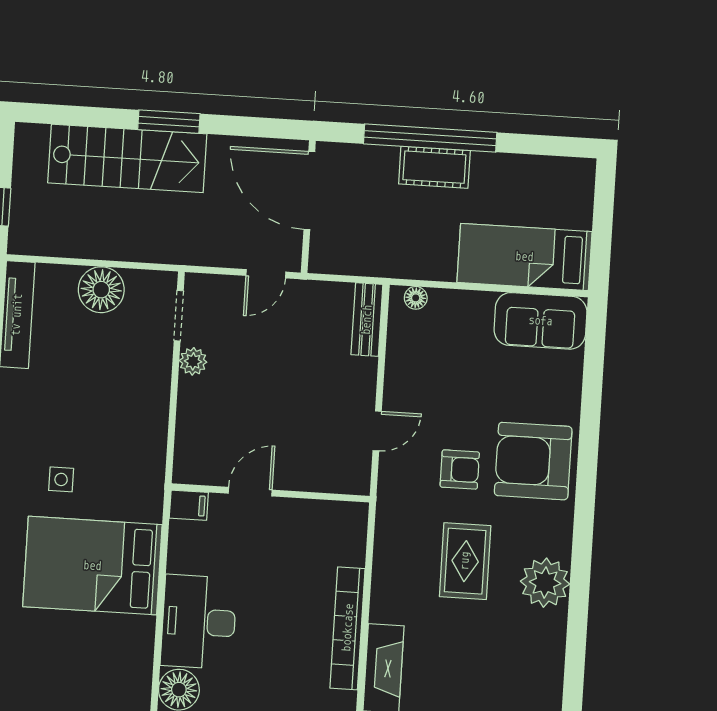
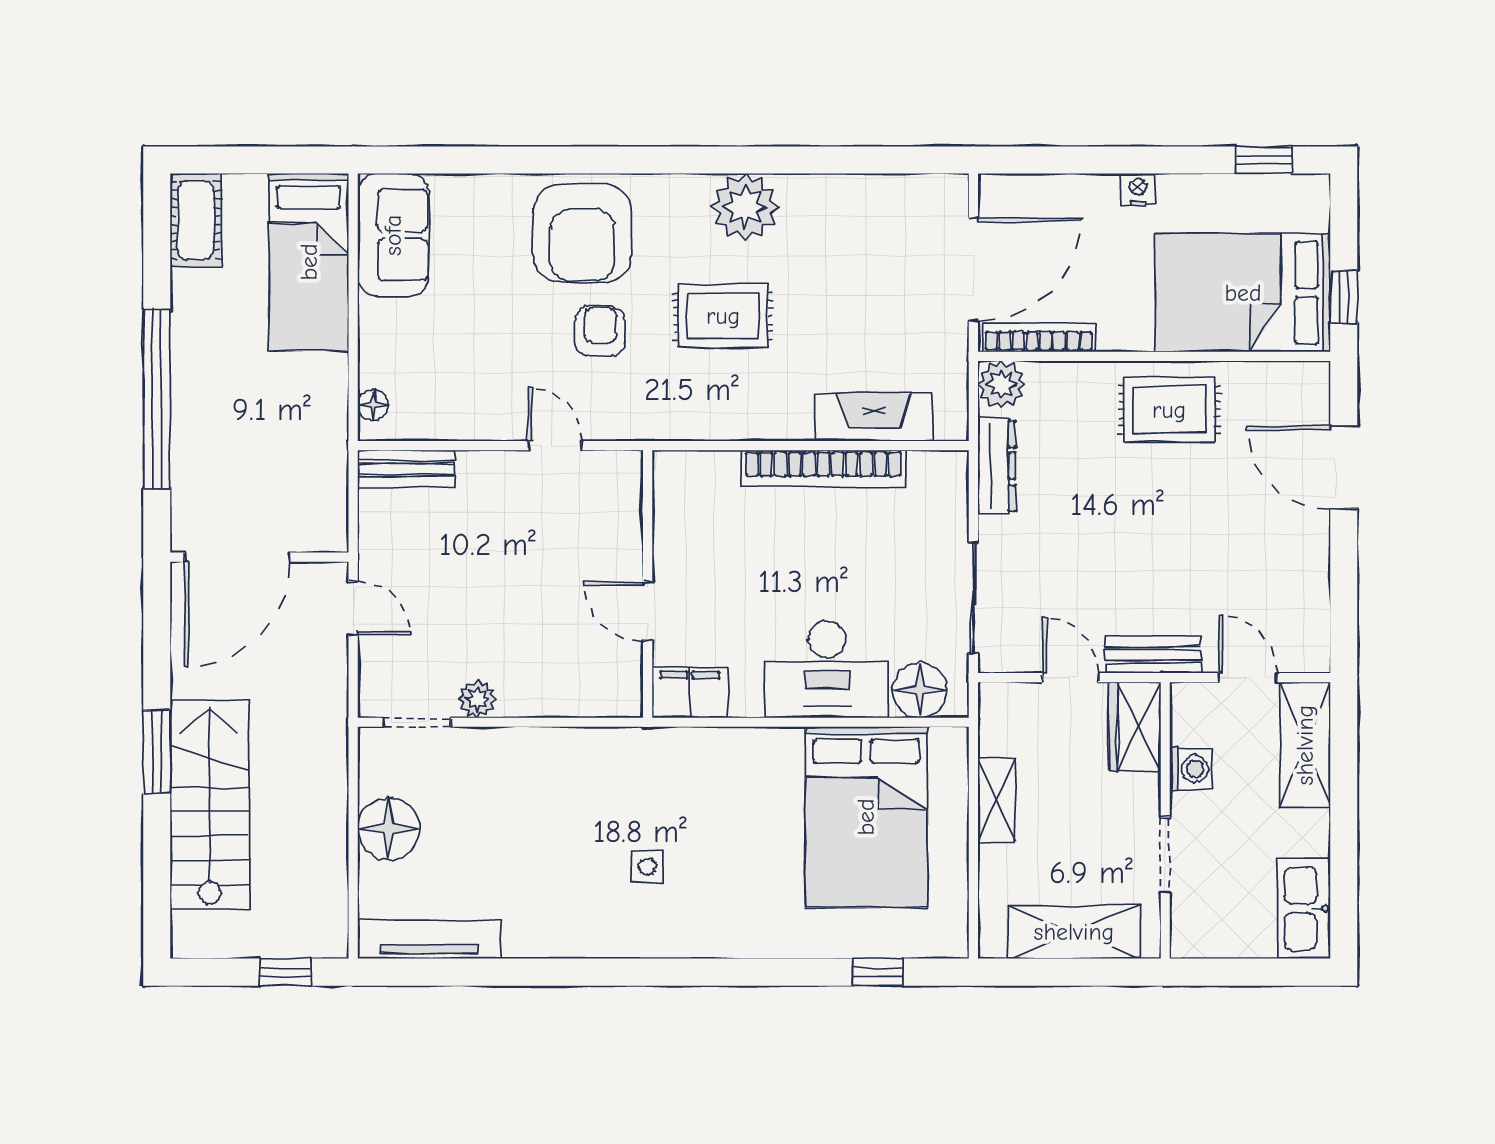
cot: (434, 167) -> (196, 220), moved
filing cabinet: (189, 505) -> (690, 693), width x2.00
bed: (92, 566) -> (866, 817), moved

